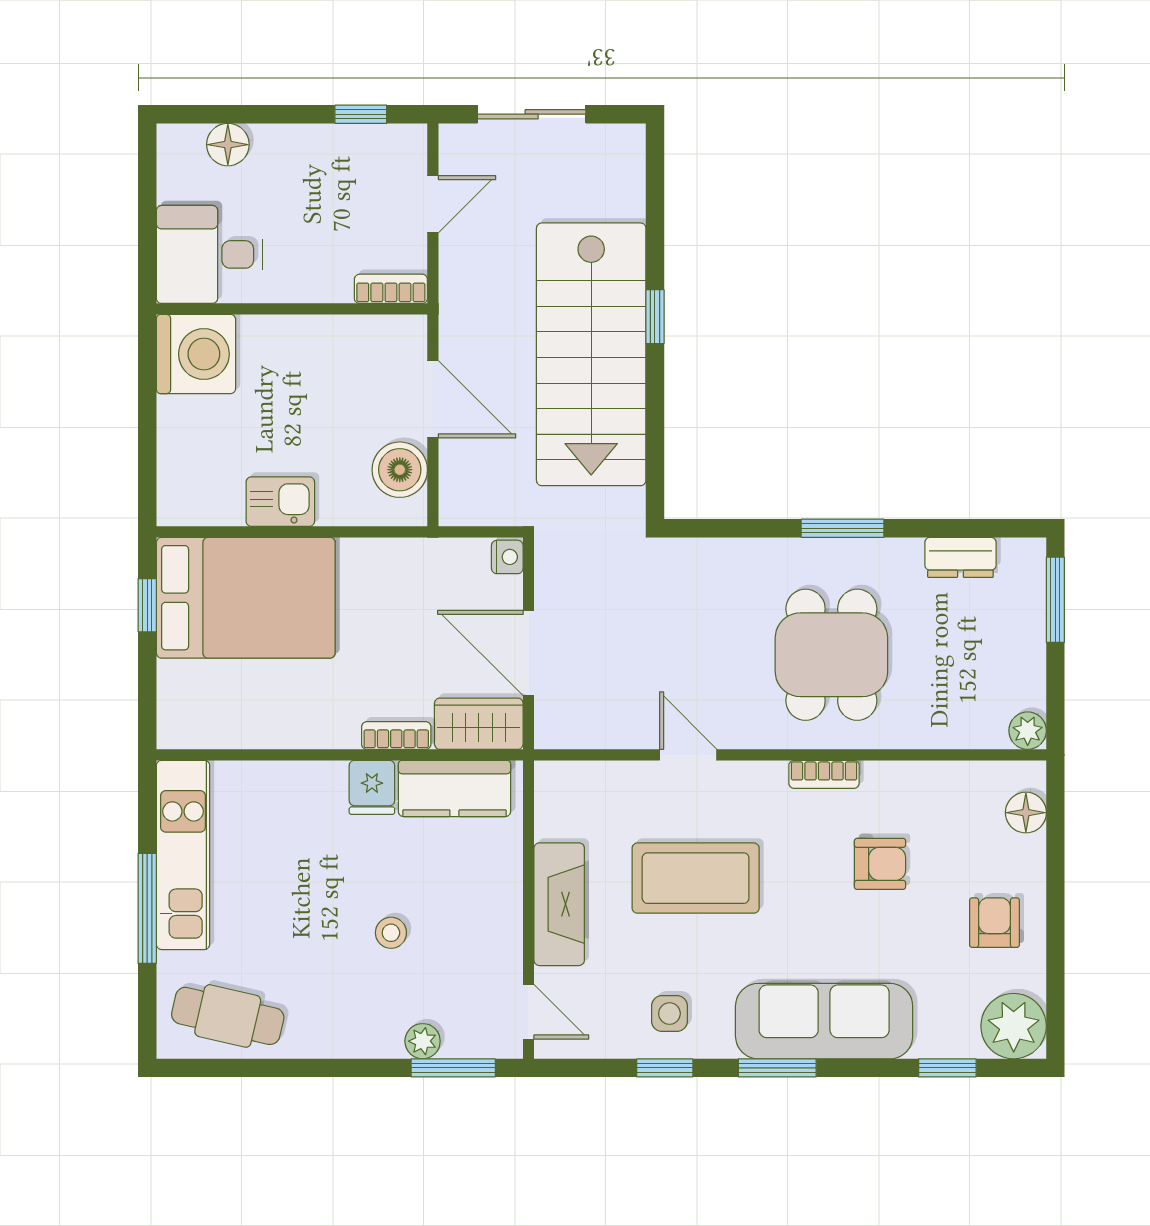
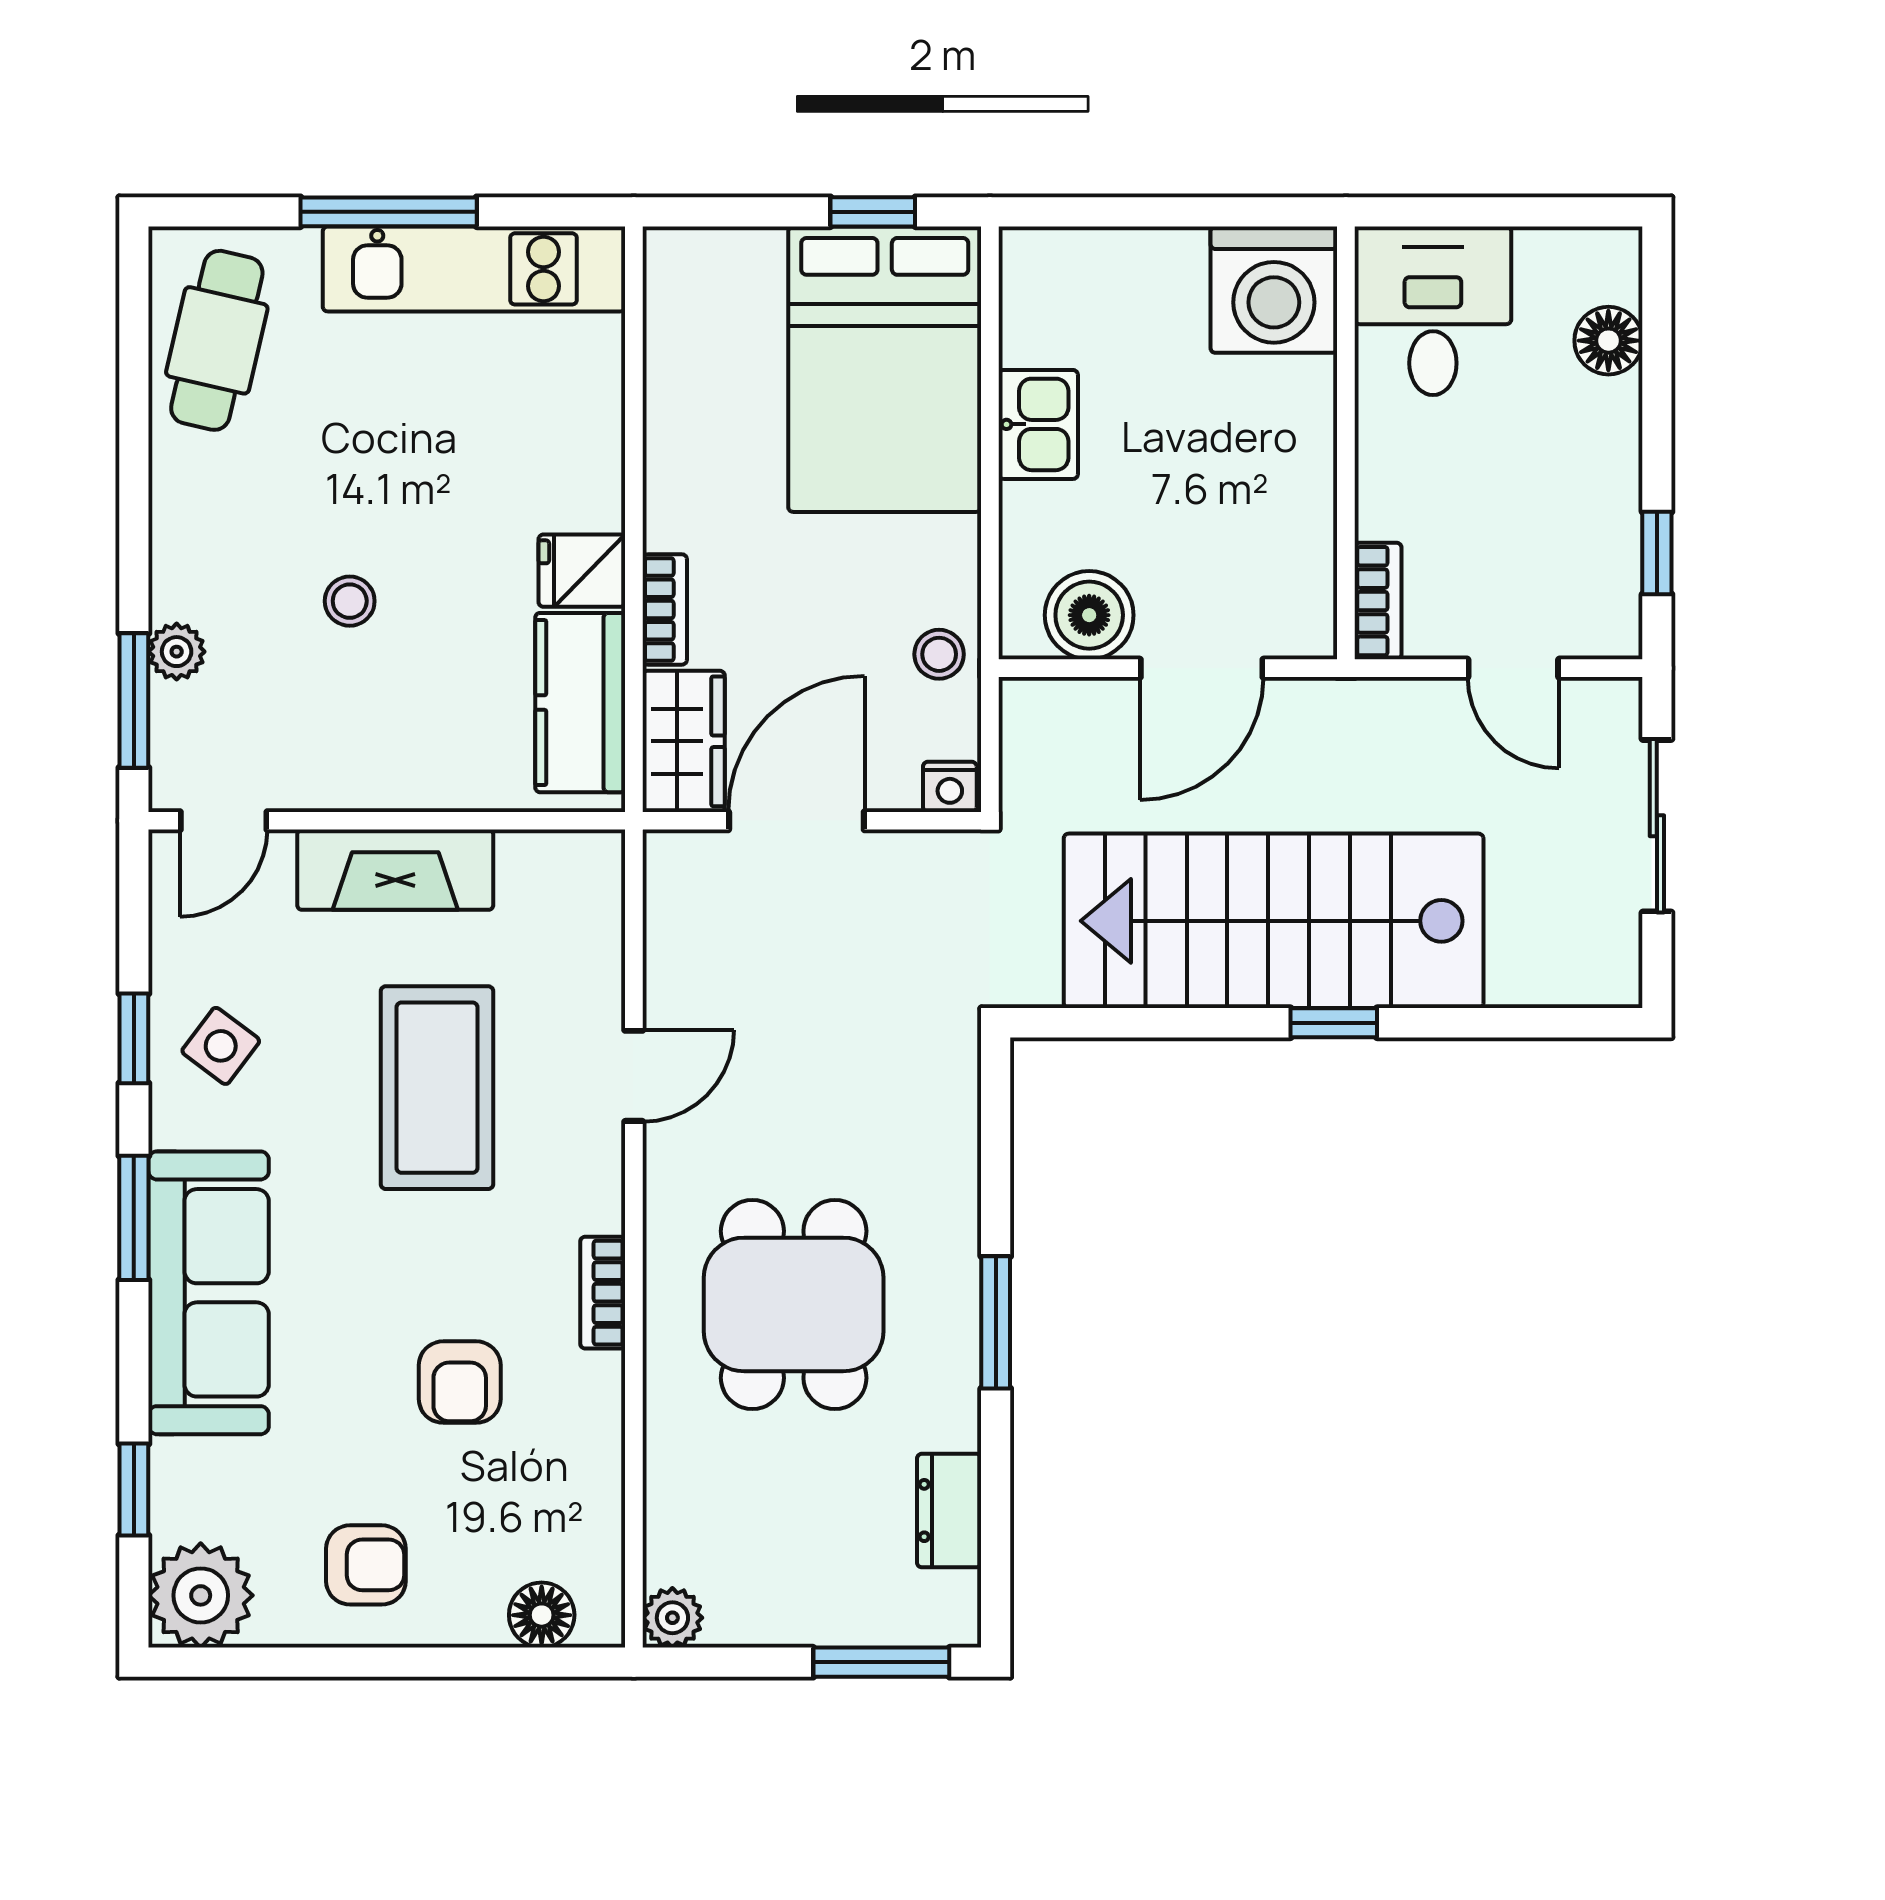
stool: (424, 564) -> (939, 654), added
dining table: (831, 655) -> (794, 1304), turned 90
side table: (669, 1014) -> (221, 1046), turned 37

